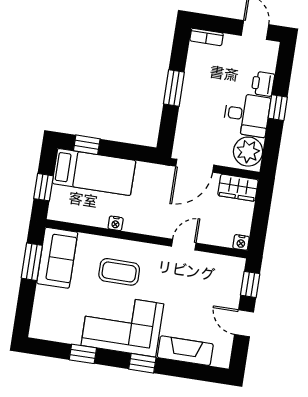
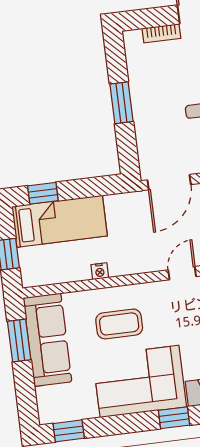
bookcase: (207, 37) -> (161, 33), moved
sofa: (57, 258) -> (47, 340), width x1.36
window: (83, 354) -> (69, 431), moved

